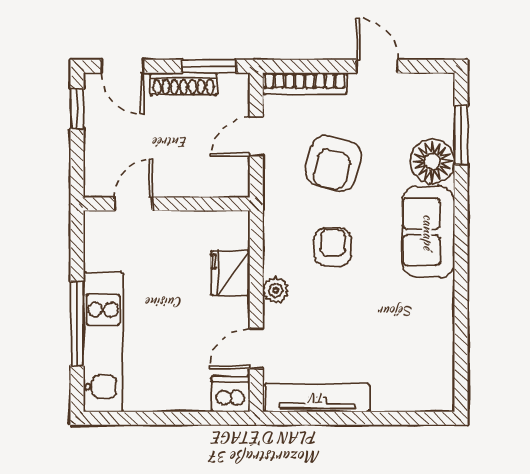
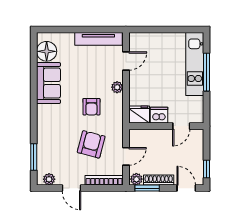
plant: (233, 86) -> (136, 179), added
plant: (427, 86) -> (49, 179), added
floor lamp: (432, 161) -> (47, 51), moved
sofa: (428, 232) -> (48, 83), moved
fridge: (230, 273) -> (139, 115), moved, turned -90
dishwasher: (231, 394) -> (159, 115), moved, turned 180

